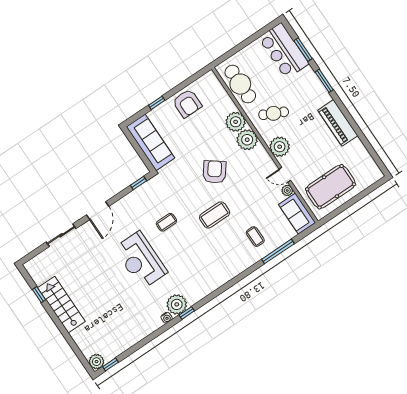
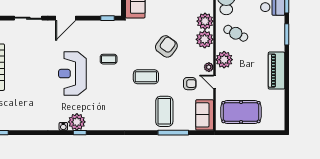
plant: (287, 190) -> (209, 67), moved
armchair: (262, 193) -> (190, 84), added
coffee table: (255, 237) -> (164, 111), width x1.86, depth x1.72

